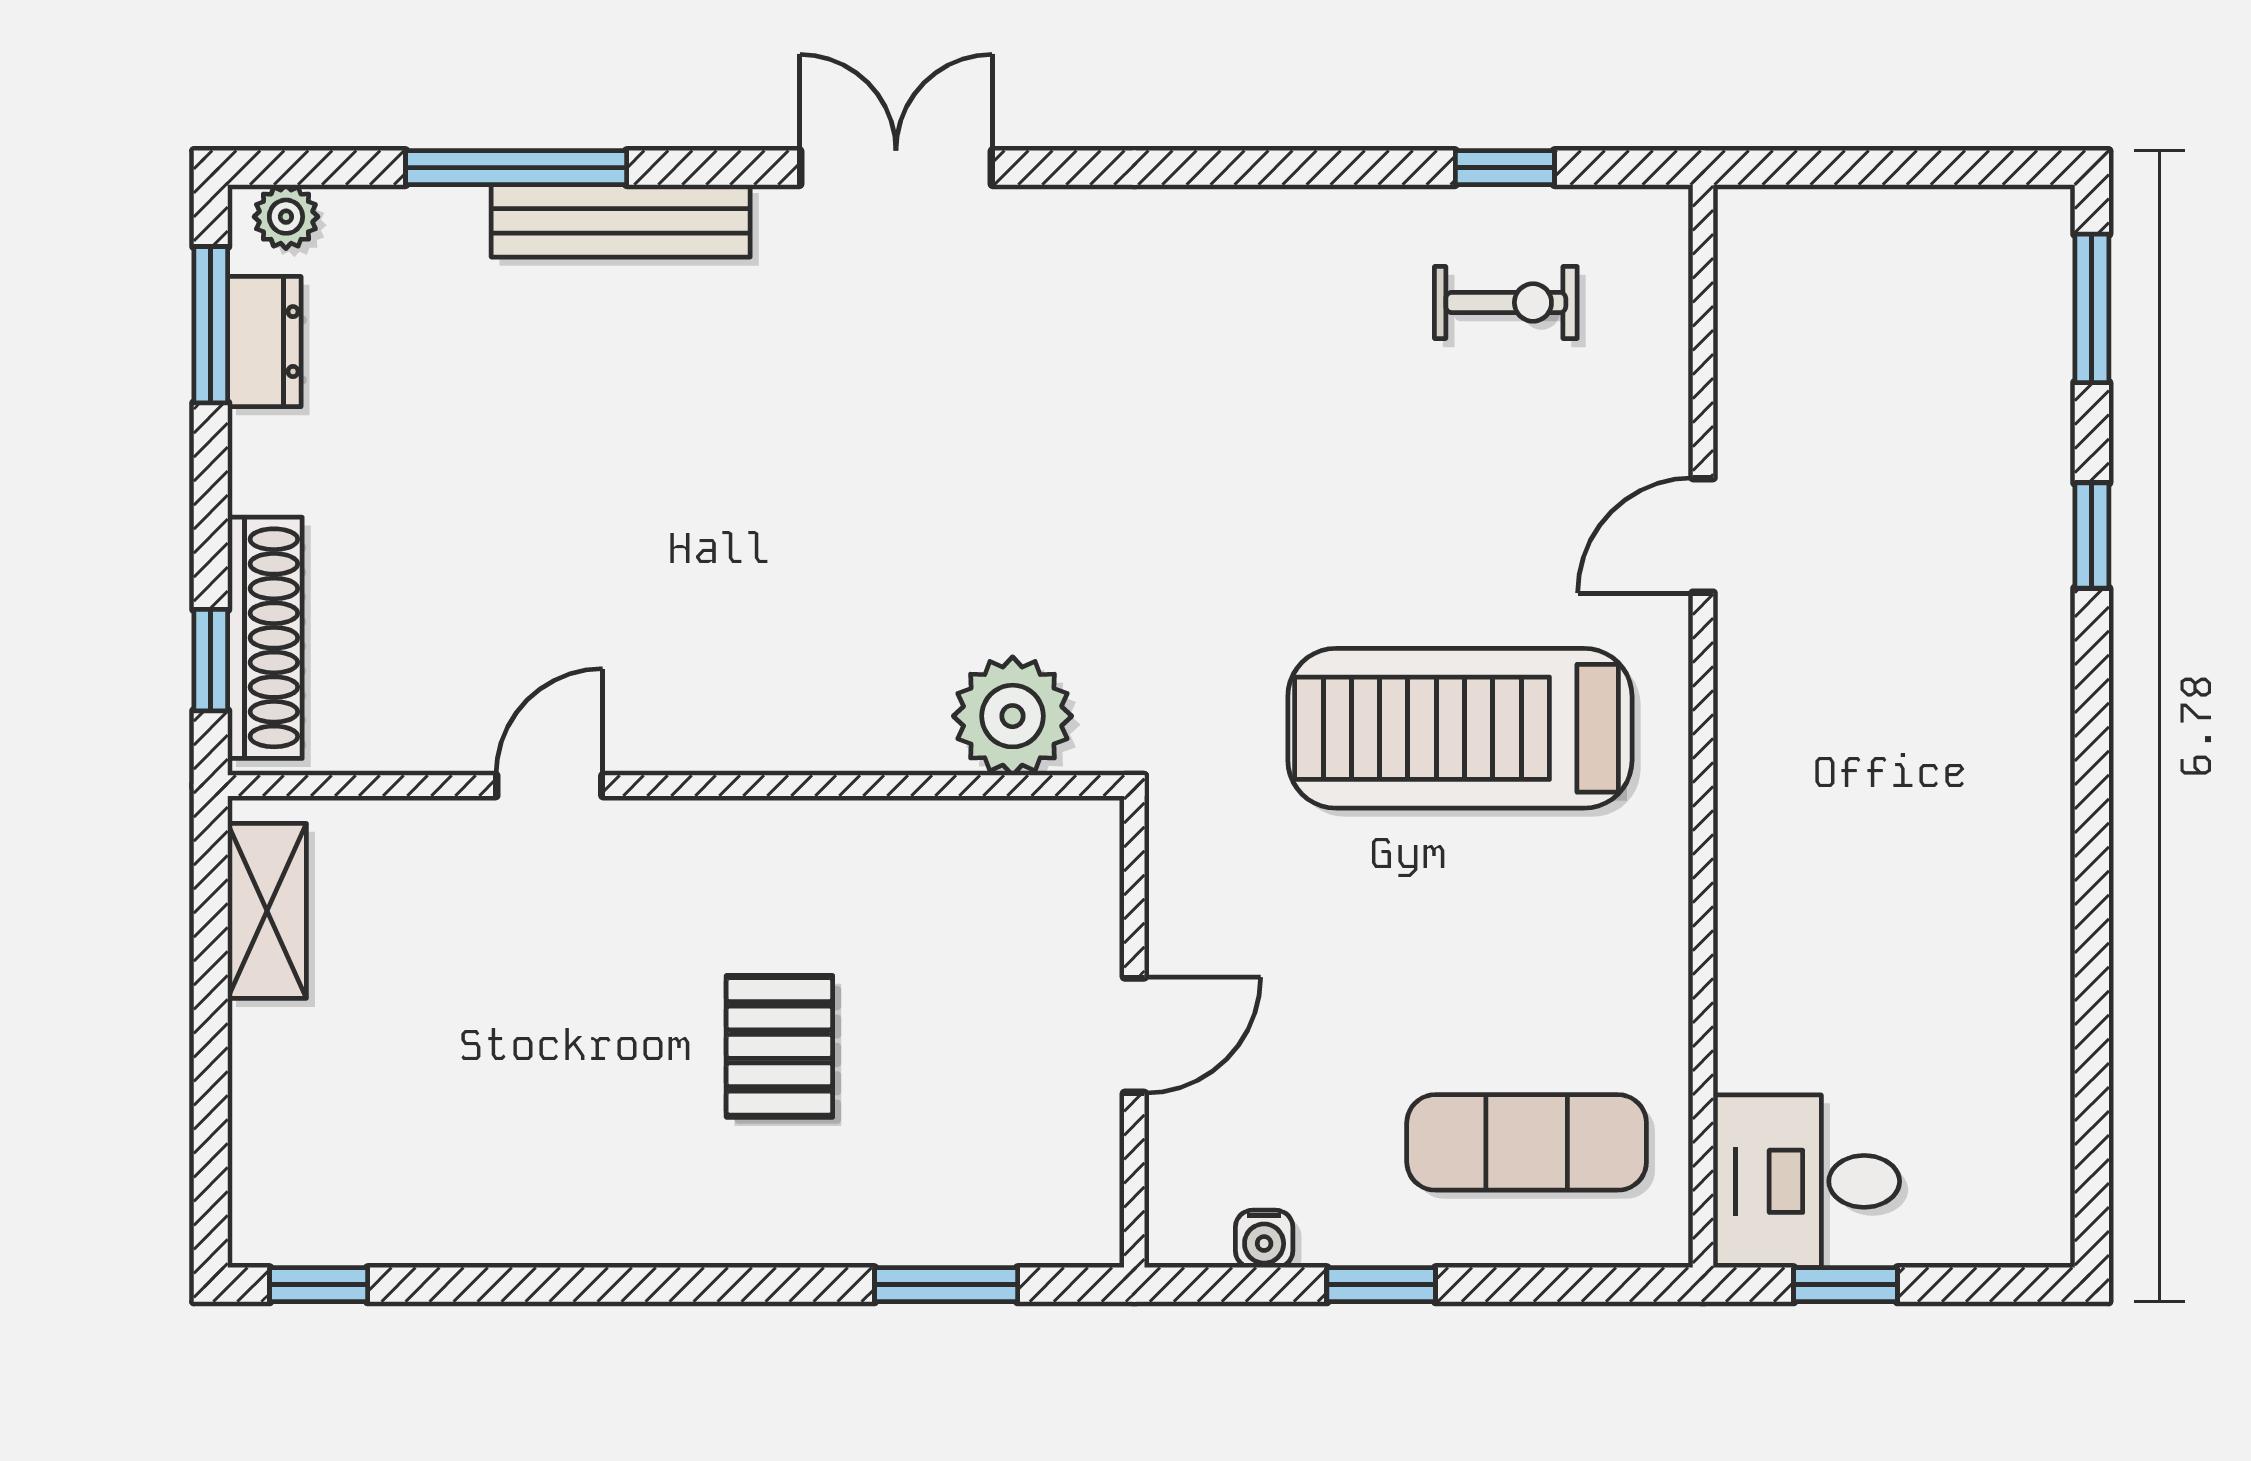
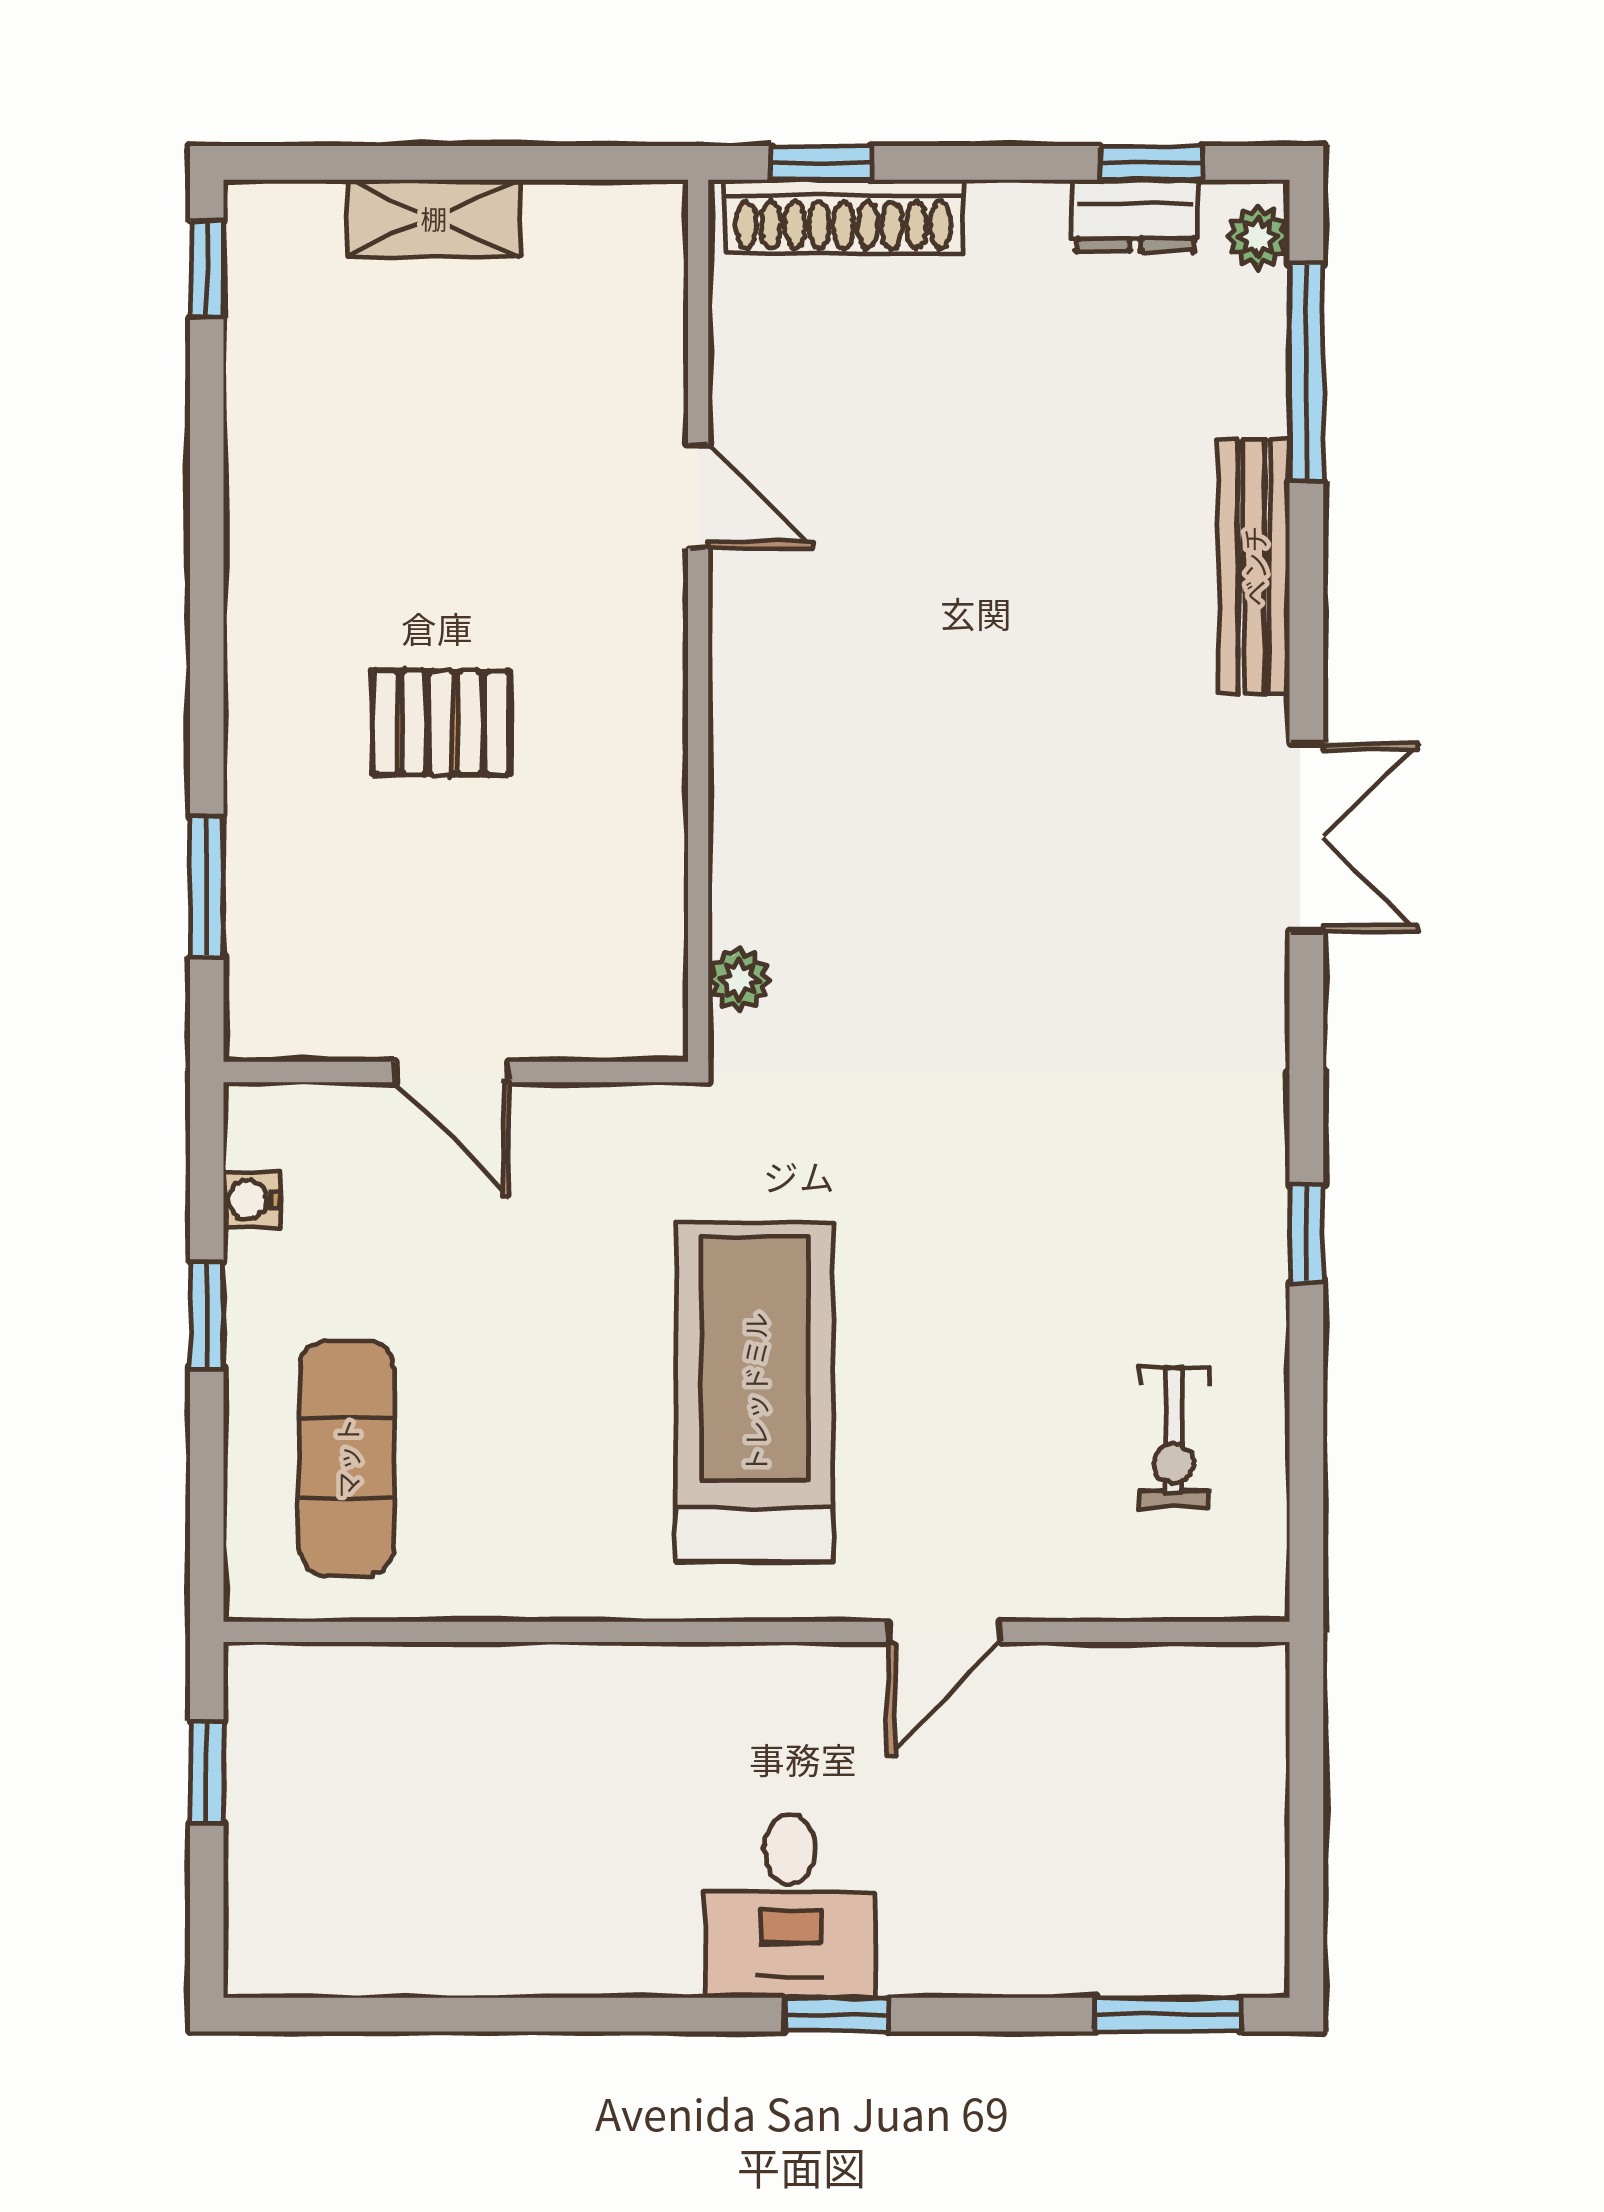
window: (516, 168) -> (1306, 373), moved
window: (1505, 168) -> (1306, 1233), moved
window: (211, 325) -> (1152, 163), width x0.67
door: (1703, 535) -> (944, 1632), swing flipped
window: (2092, 536) -> (836, 2015), moved
plant: (1013, 716) -> (739, 979), width x0.53, depth x0.53
shelving: (267, 911) -> (434, 218), moved
desk: (1806, 1181) -> (790, 1906), moved, turned 180

